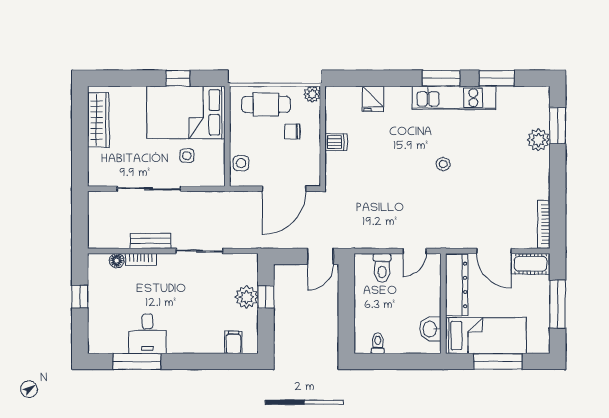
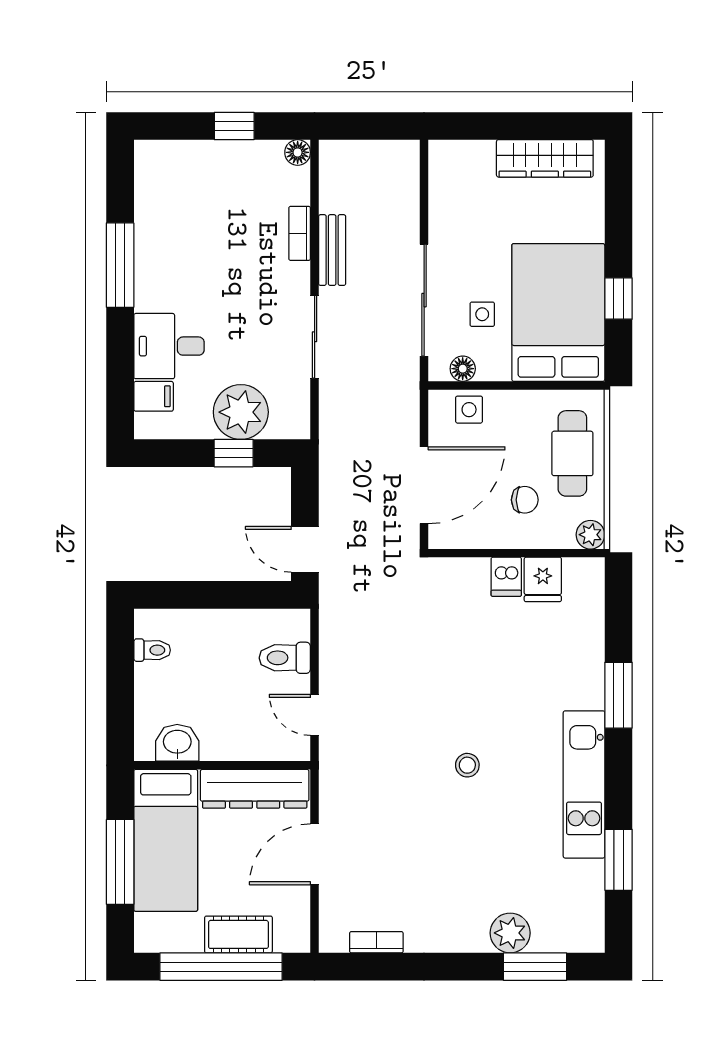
window: (441, 78) -> (618, 695), moved
fridge: (373, 99) -> (543, 579), moved, turned -90
chair: (292, 131) -> (525, 500), turned 90
floor lamp: (218, 167) -> (463, 369), added
sliding door: (149, 189) -> (424, 300), moved
door: (284, 189) -> (424, 485), swing flipped
bookcase: (544, 224) -> (376, 942), width x0.64
floor lamp: (117, 261) -> (298, 152), moved
cot: (531, 264) -> (238, 934), moved, turned 90
plant: (247, 297) -> (241, 412), width x1.36, depth x1.36
window: (558, 304) -> (221, 967), width x1.46
desk: (147, 334) -> (169, 346), moved
window: (137, 361) -> (120, 265), moved

